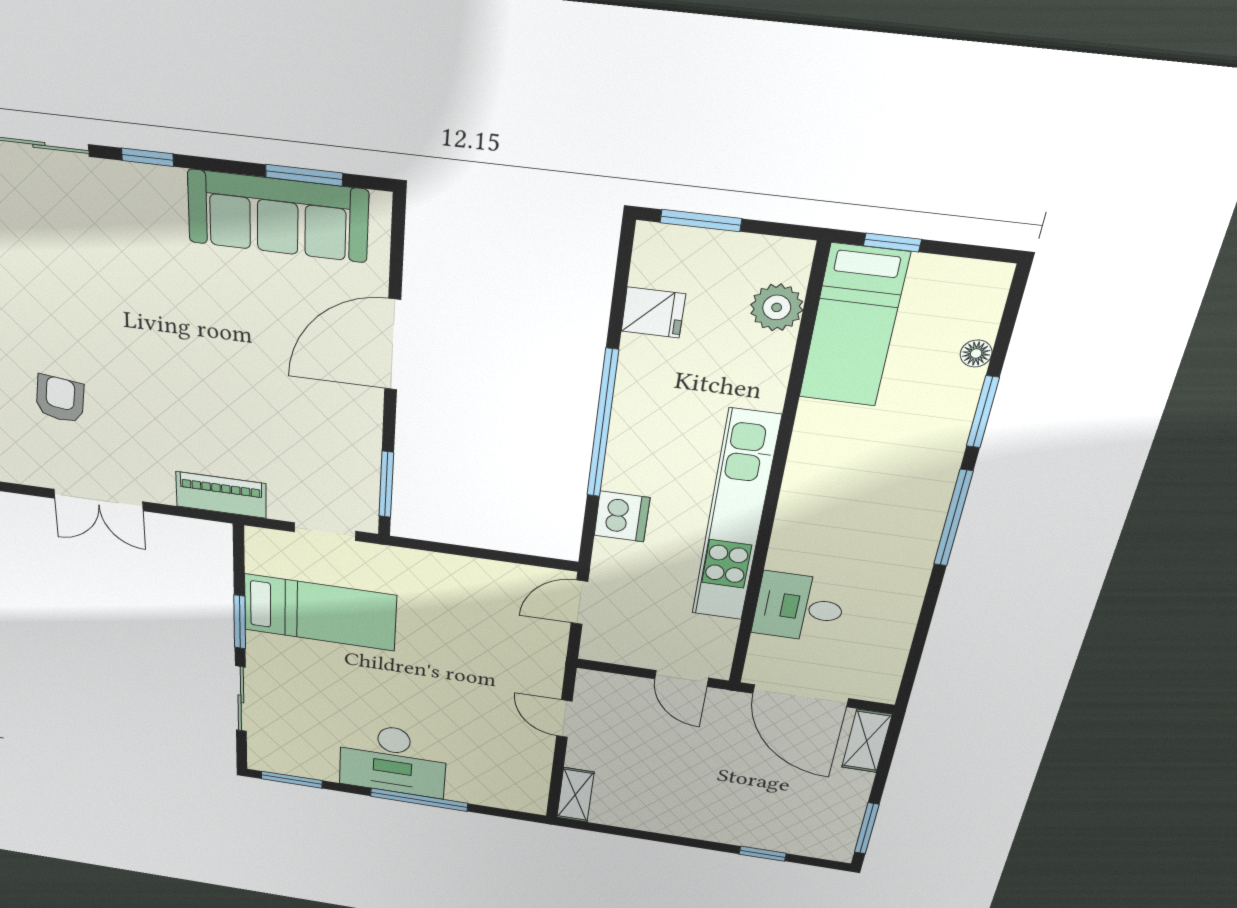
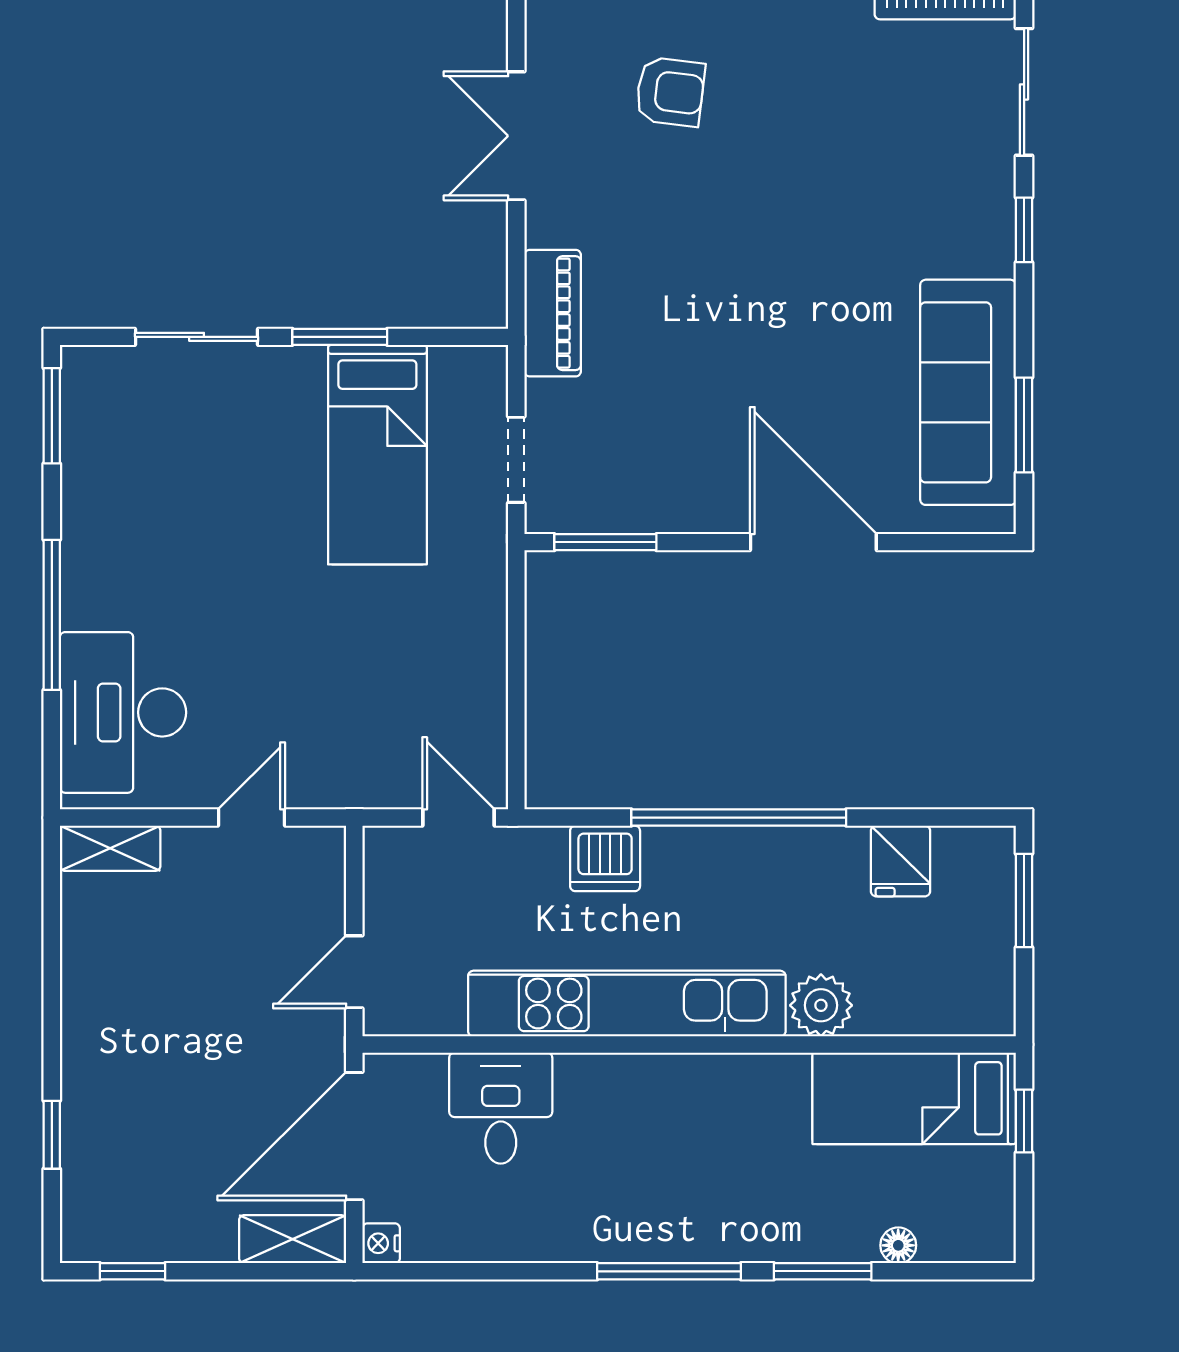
plant: (777, 307) -> (821, 1005), moved
nightstand: (883, 692) -> (381, 1243), added
desk: (393, 760) -> (123, 712), moved
window: (867, 828) -> (133, 1271), width x0.67

